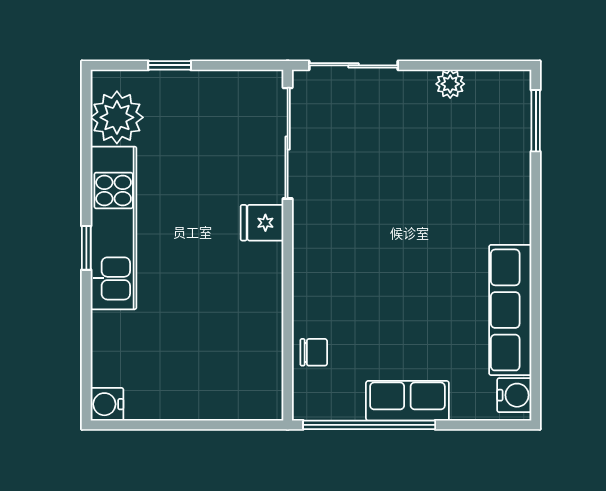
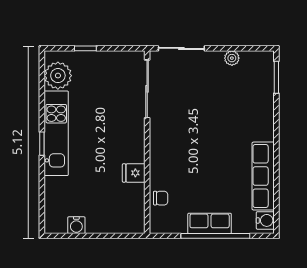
fridge: (262, 223) -> (134, 173), moved
water cooler: (107, 404) -> (76, 225), moved, turned -90
window: (369, 425) -> (215, 236), moved

